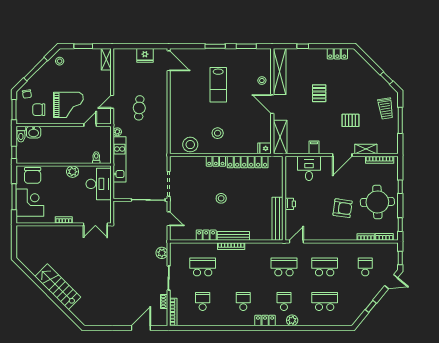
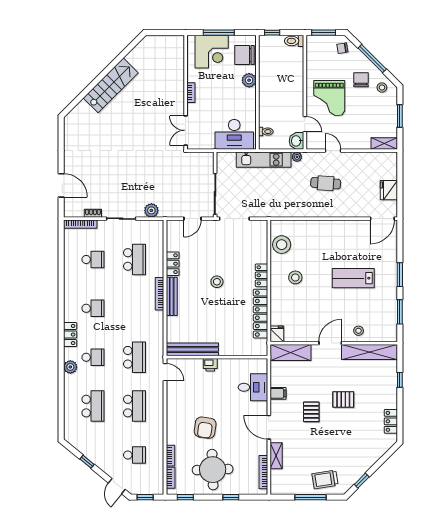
chair: (39, 110) -> (361, 80), moved
pallet: (350, 120) -> (311, 412), moved
washbasin: (34, 132) -> (296, 141), moved
plant: (73, 172) -> (249, 80), moved

